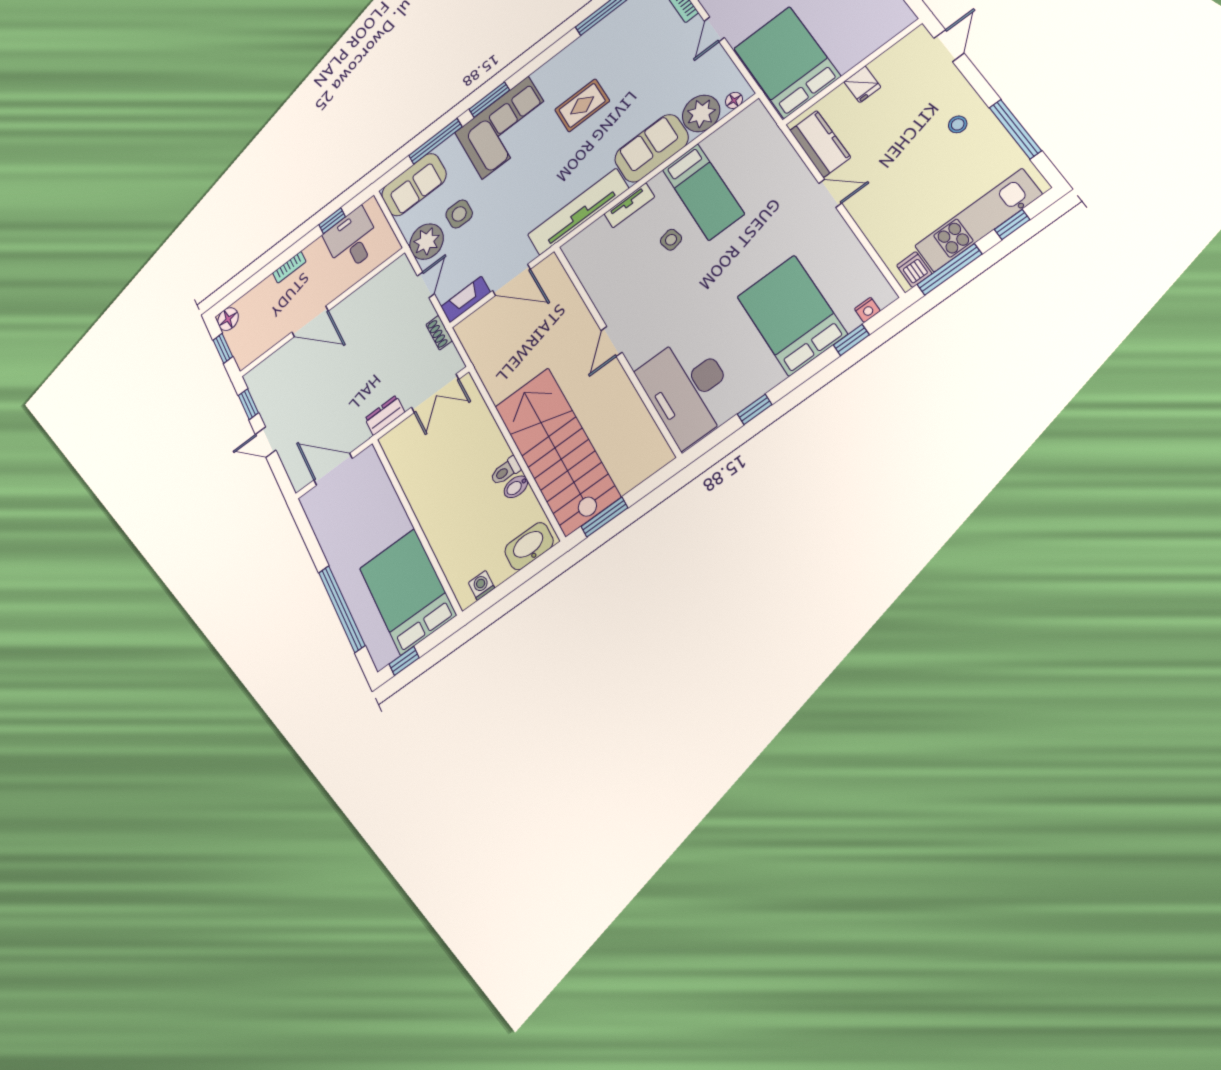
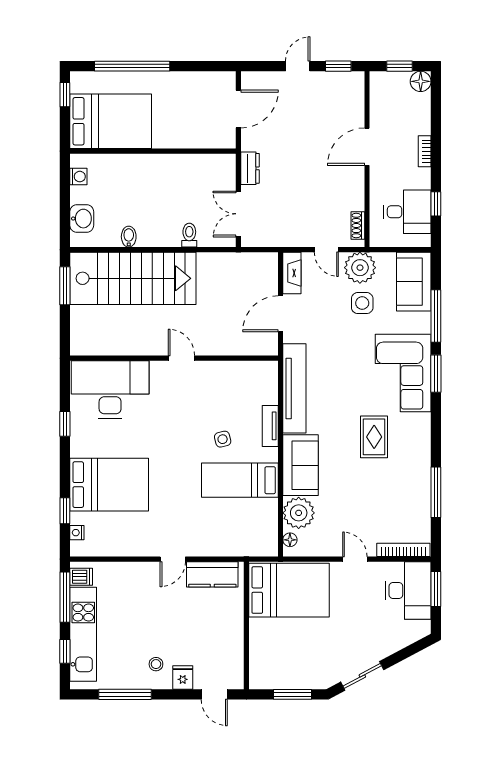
fridge: (862, 84) -> (183, 678), moved, turned 90
shoe rack: (439, 333) -> (358, 226), moved, turned -90
toilet: (505, 471) -> (189, 235), moved
washbasin: (529, 546) -> (82, 219), width x0.72

